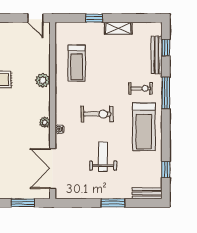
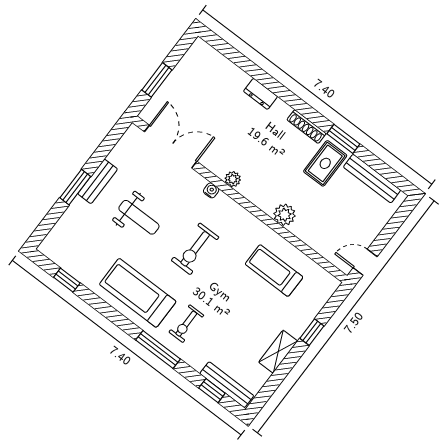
bench: (157, 55) -> (227, 385), moved
bench: (147, 193) -> (98, 181), moved

